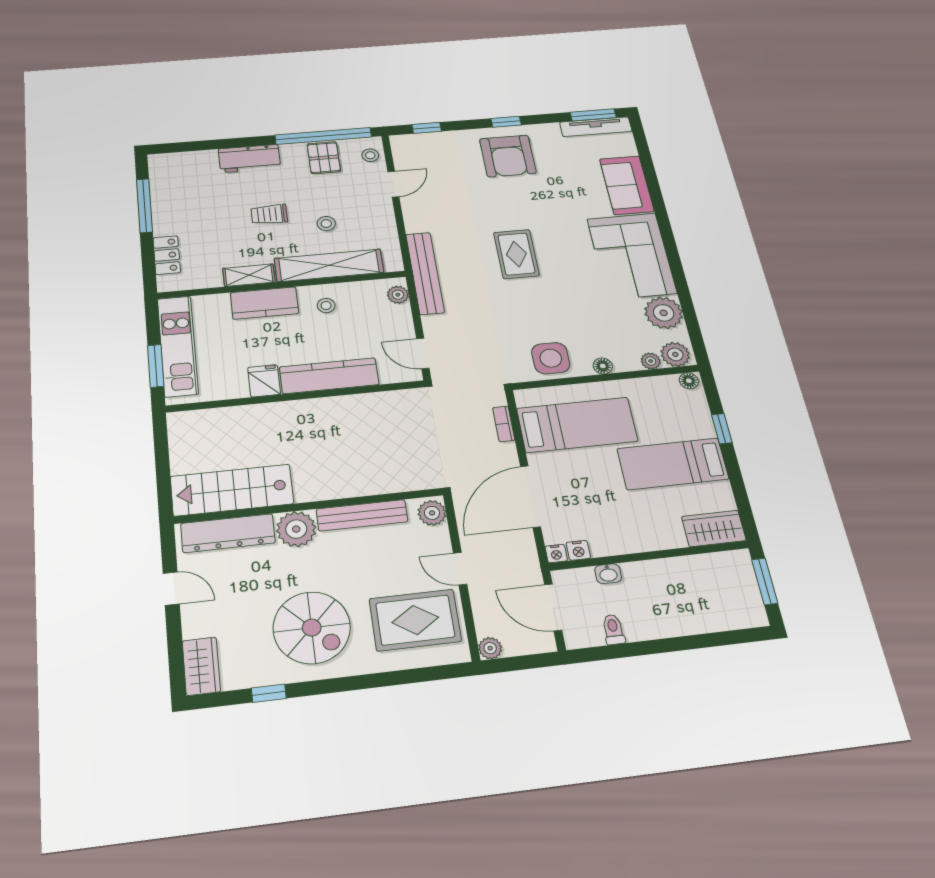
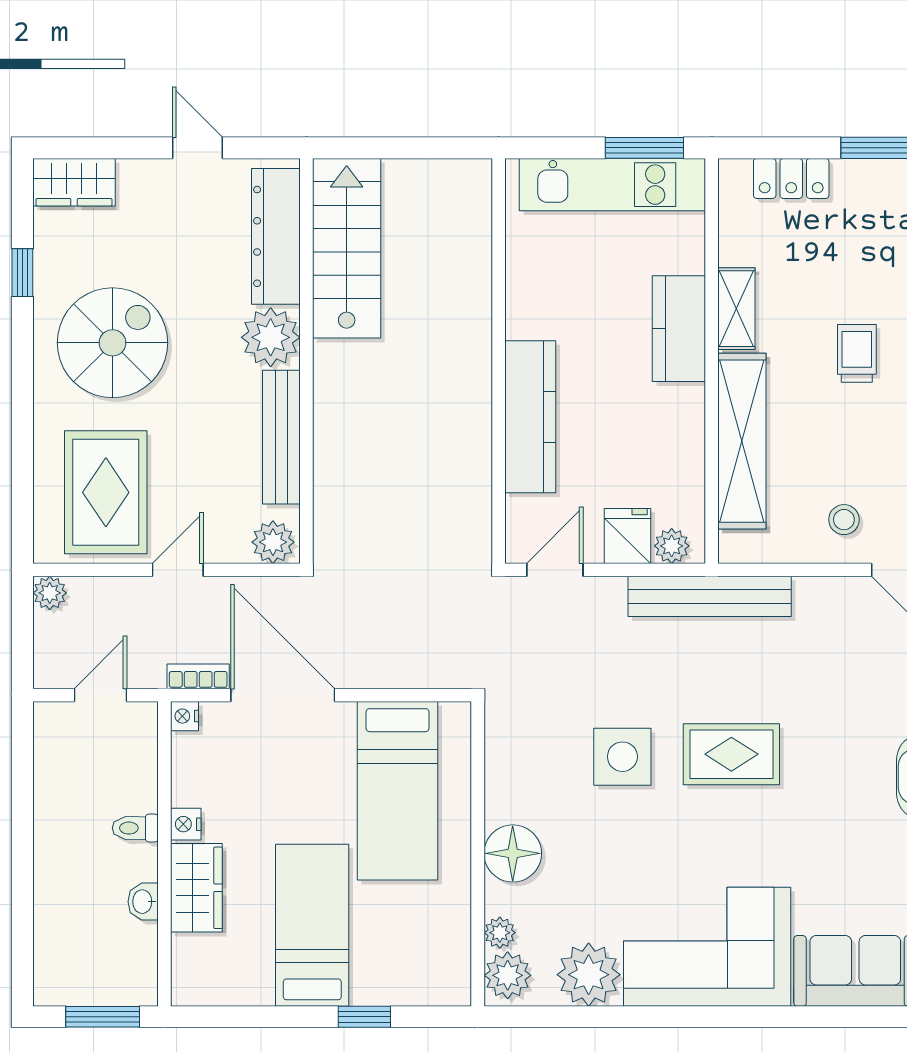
stool: (326, 224) -> (844, 520), moved
stool: (326, 306) -> (663, 427), removed
side table: (551, 358) -> (622, 757), moved
window: (156, 366) -> (644, 148), moved
floor lamp: (603, 366) -> (513, 853), width x1.89, depth x1.89
fridge: (264, 381) -> (628, 536), moved, turned -90
floor lamp: (689, 381) -> (456, 986), removed
bookcase: (504, 424) -> (198, 676), moved
wardrobe: (714, 529) -> (196, 888), moved
nightstand: (578, 550) -> (186, 824), moved
washbasin: (608, 574) -> (143, 902), moved
door: (171, 589) -> (198, 148), swing flipped
door: (553, 607) -> (101, 695), width x0.73
spiral stairs: (312, 628) -> (113, 343), turned 180
toilet: (613, 630) -> (135, 828), moved, turned 180

